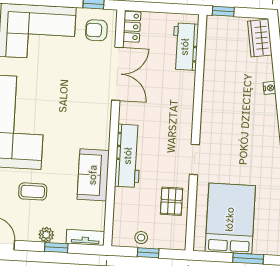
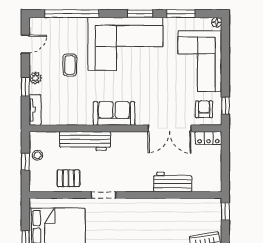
workbench: (185, 47) -> (173, 182), moved
workbench: (128, 156) -> (85, 141), moved
sofa: (93, 175) -> (114, 113), moved

